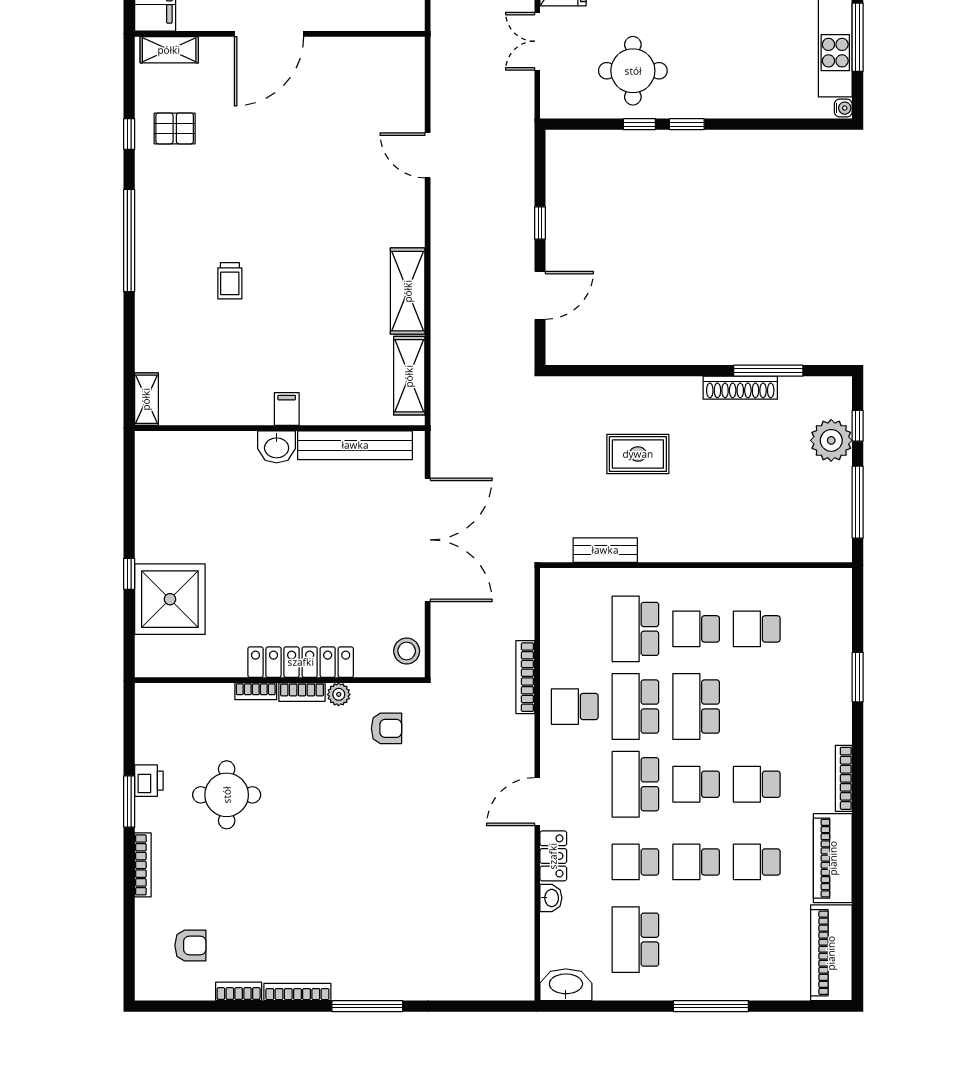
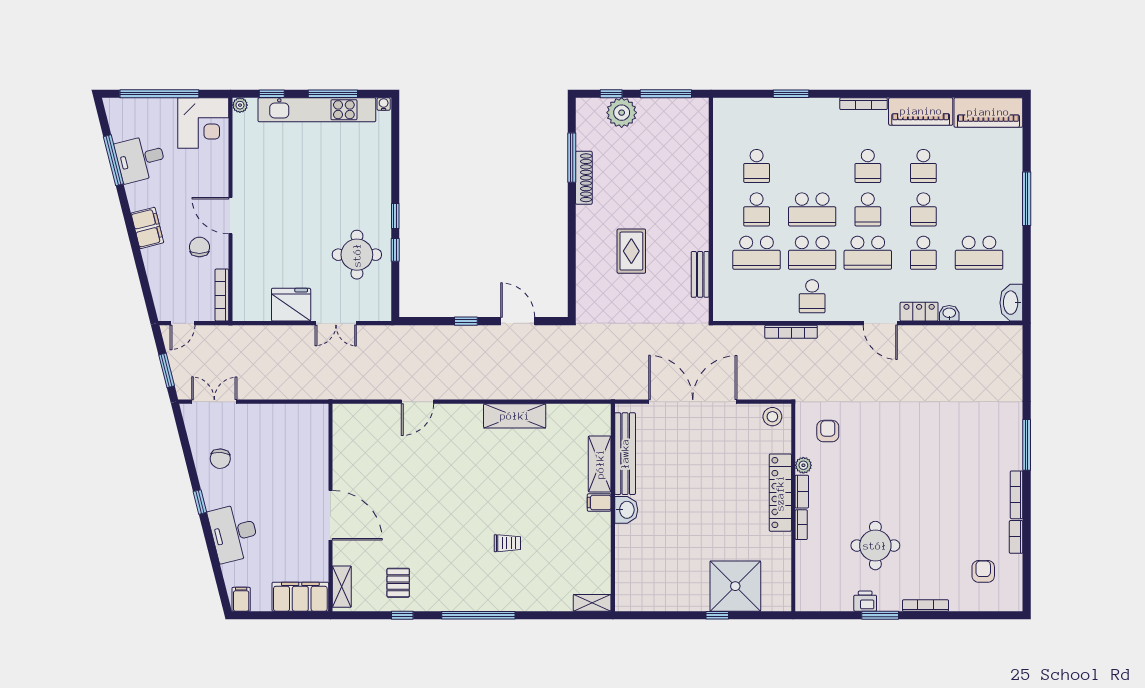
shelving: (409, 376) -> (600, 464), moved, turned 90

